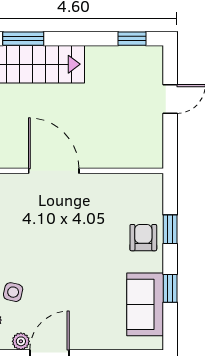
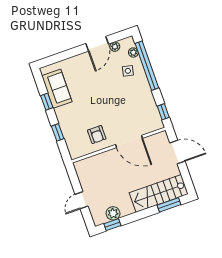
plant: (124, 58) -> (113, 213), added
armchair: (143, 238) -> (97, 135), moved

